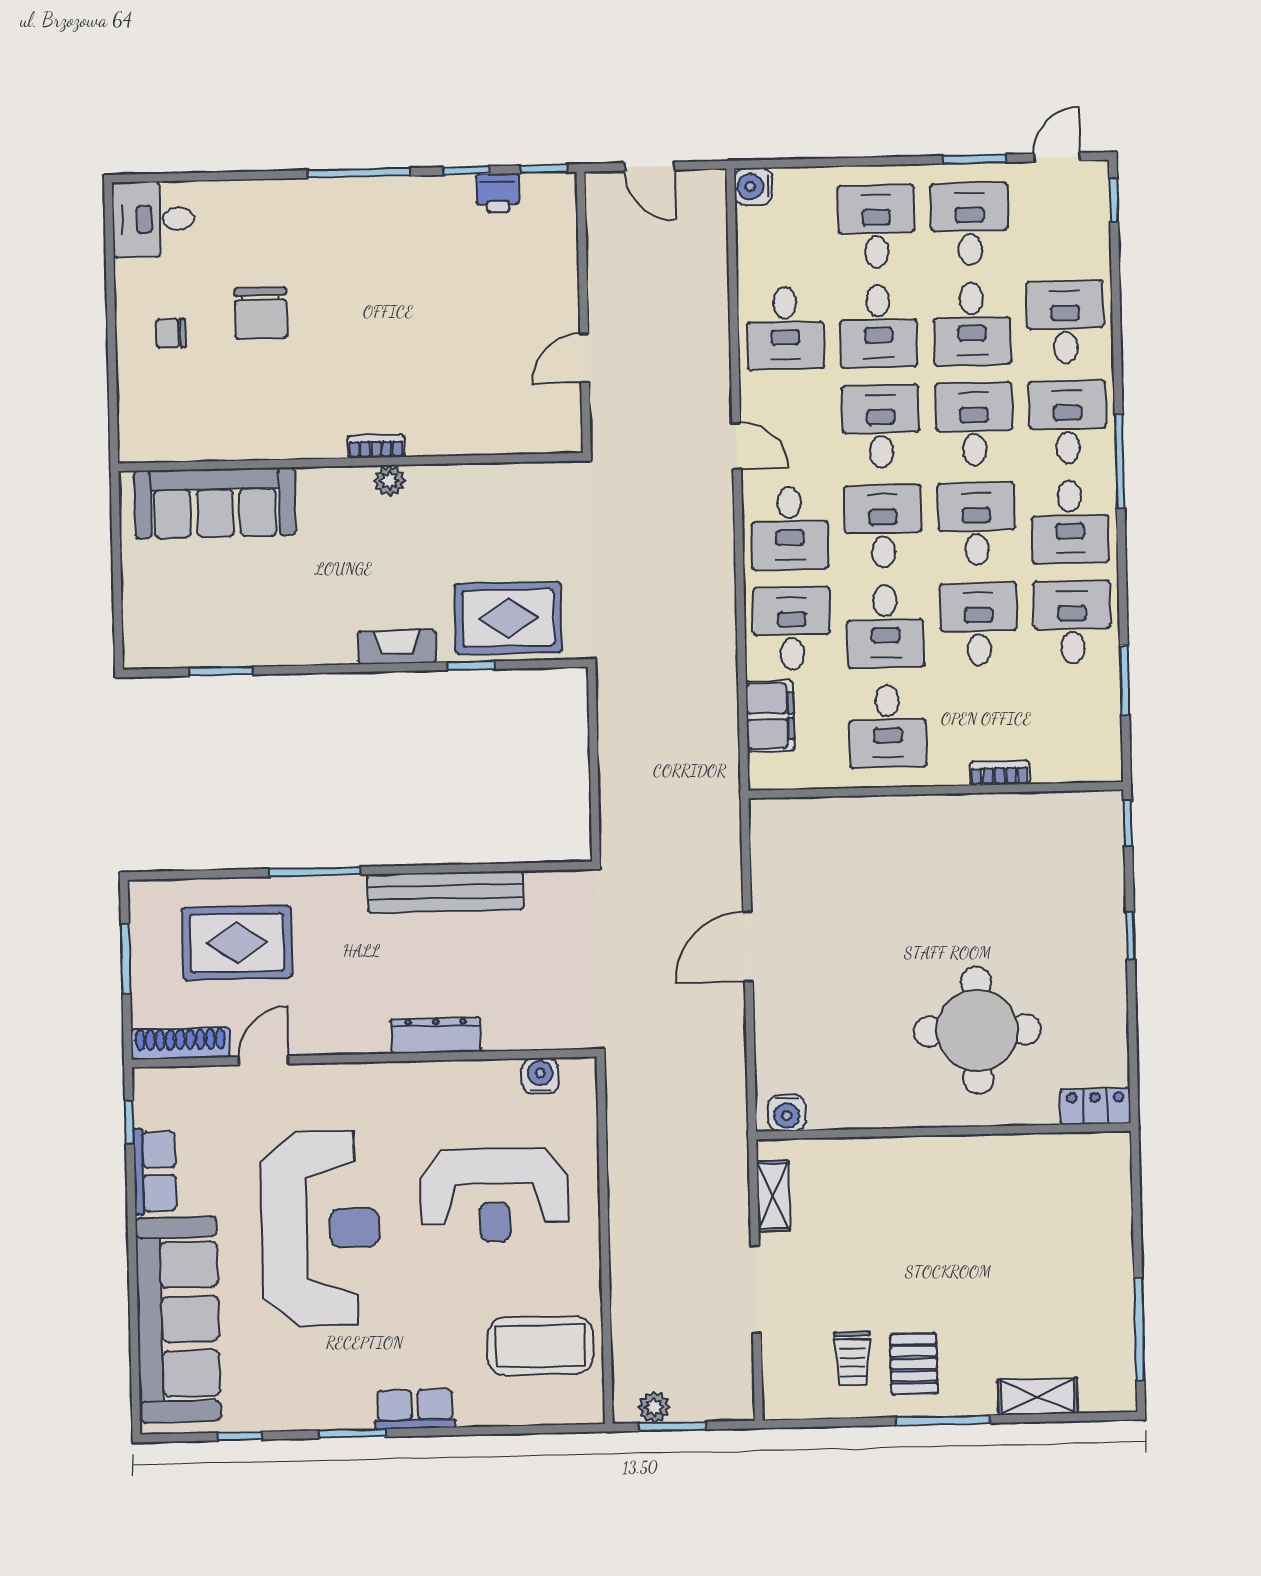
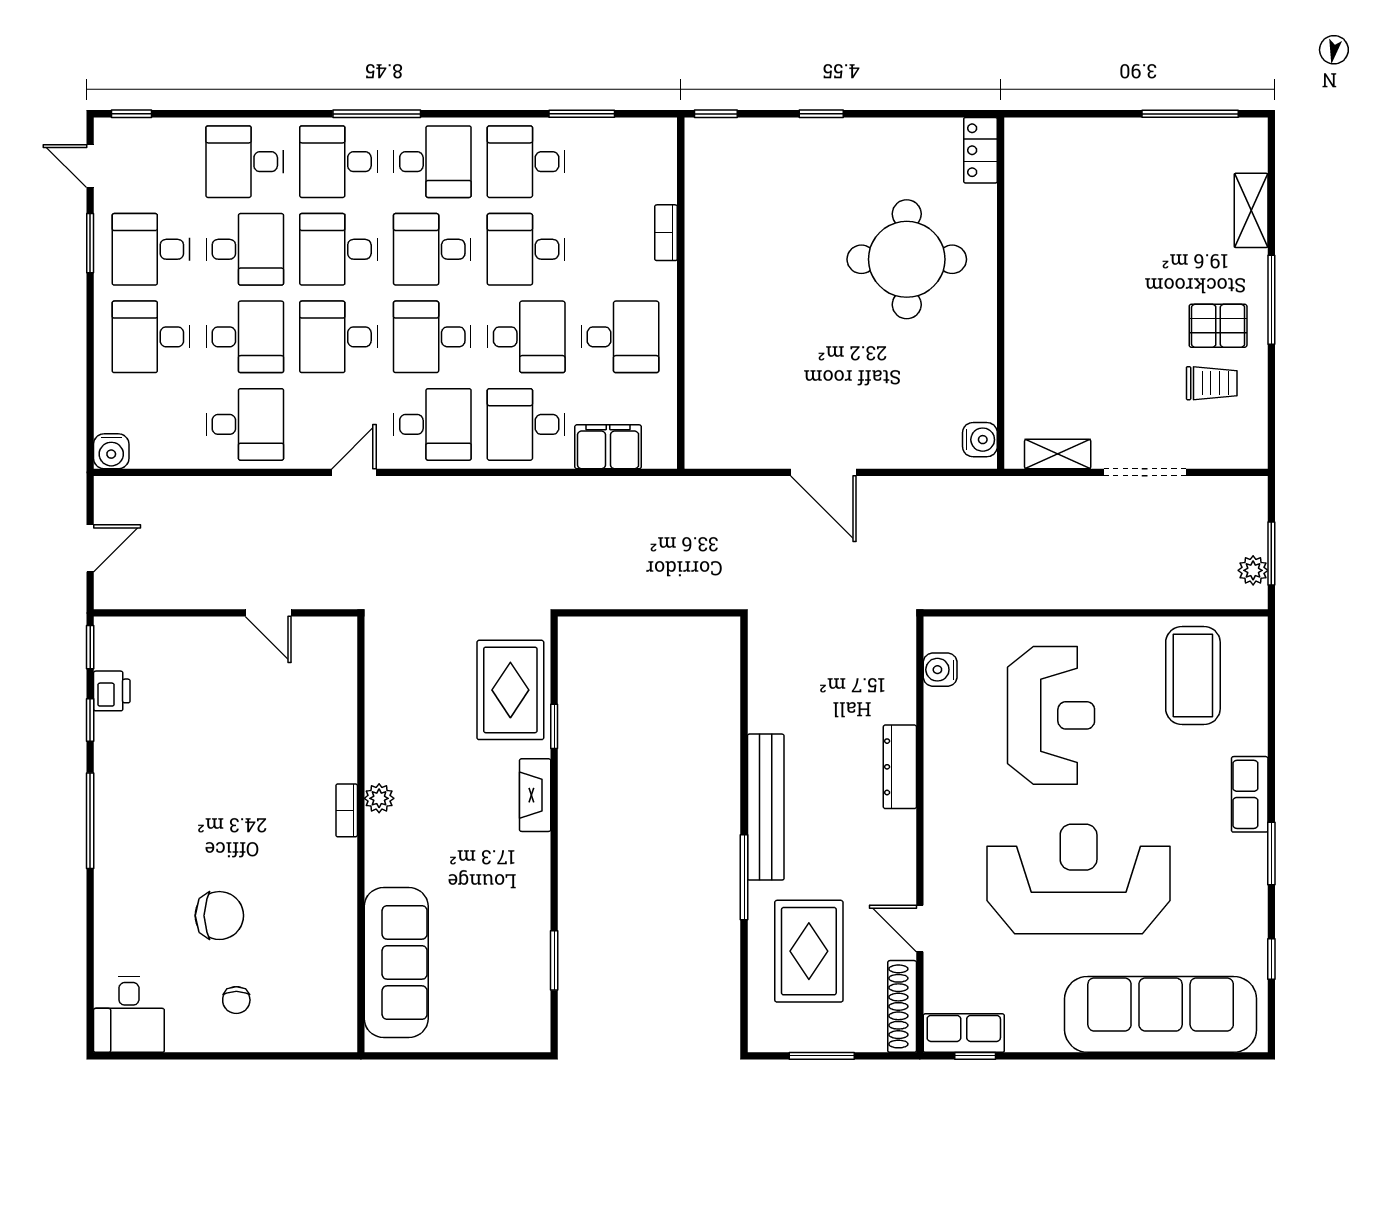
bench: (445, 892) -> (766, 807), moved
row of seats: (155, 1171) -> (964, 1033), moved

